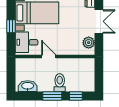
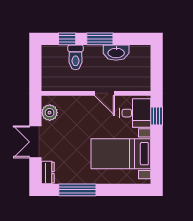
window: (11, 26) -> (157, 116), moved
toilet: (60, 83) -> (76, 57), moved
washbasin: (28, 86) -> (116, 53), moved

